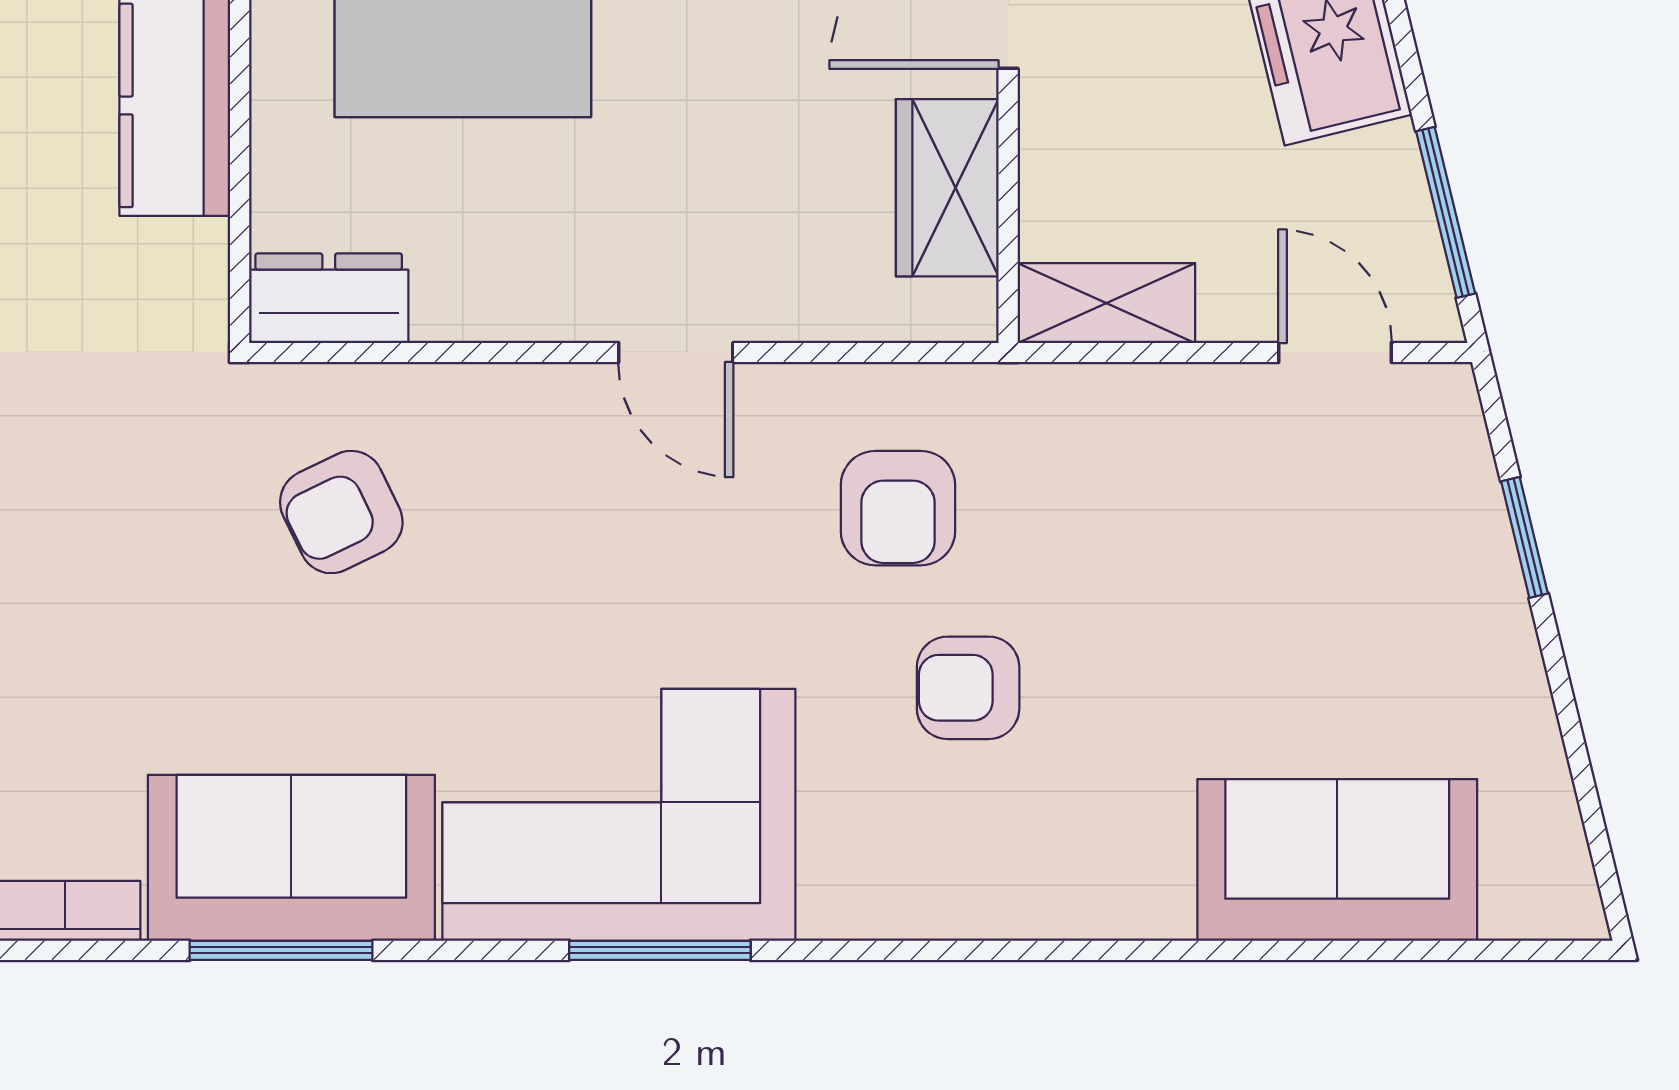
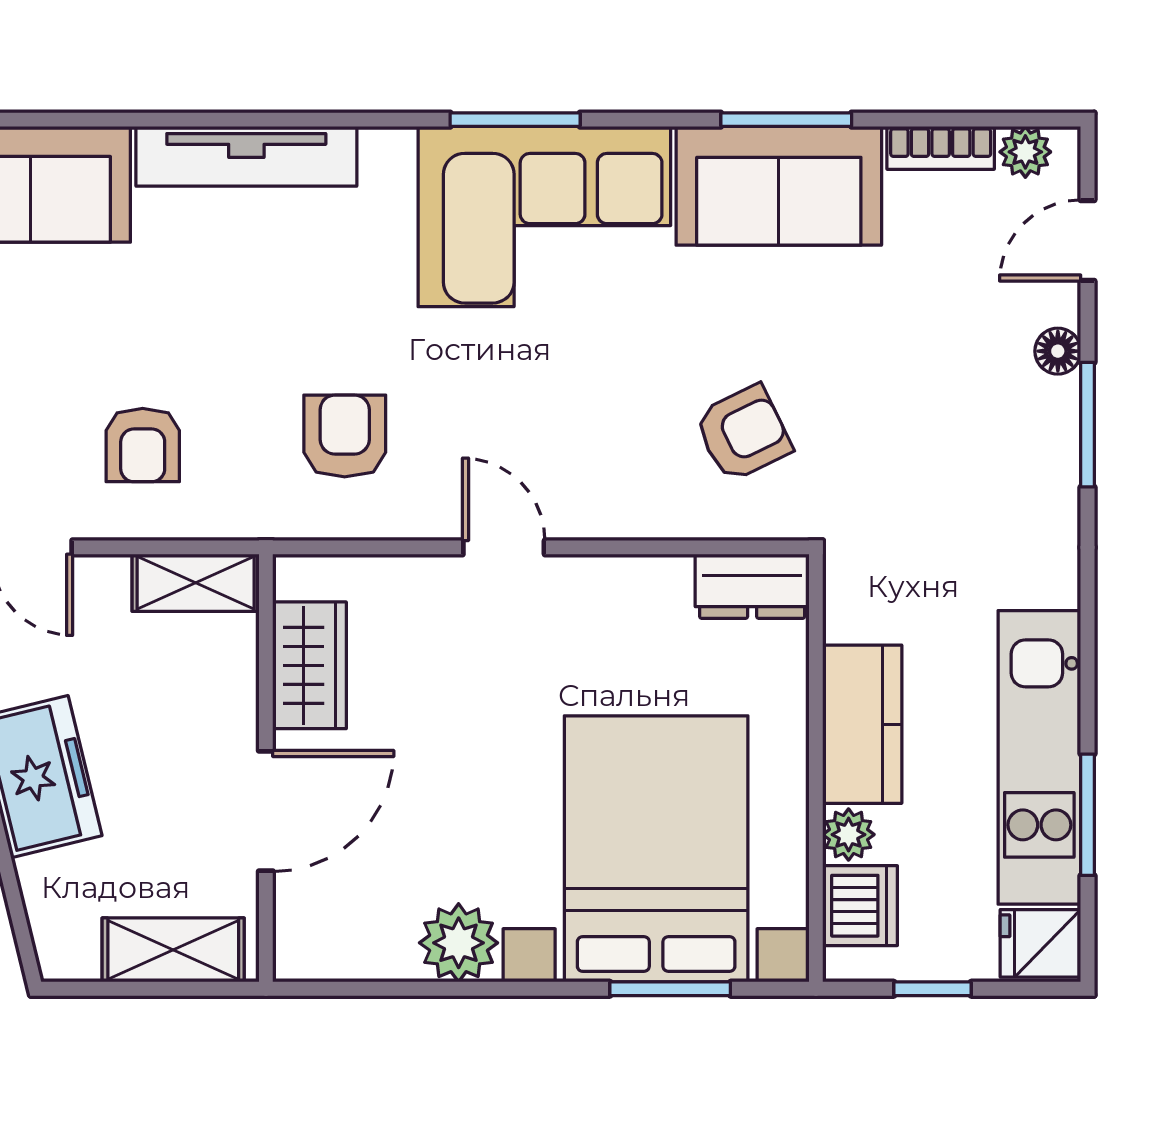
armchair: (968, 688) -> (143, 445), moved, turned 90
tv unit: (1035, 899) -> (246, 156), added

